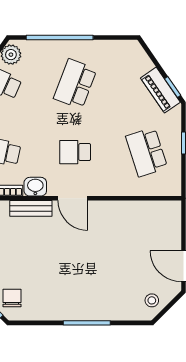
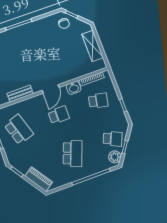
piano: (160, 90) -> (39, 179), moved
door: (73, 198) -> (51, 89), swing flipped
bench: (31, 208) -> (20, 94), moved

